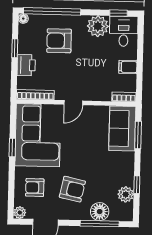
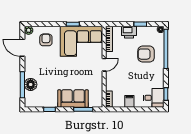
plant: (98, 26) -> (157, 80), removed
armchair: (59, 41) -> (146, 54), turned -90
door: (73, 103) -> (104, 65), swing flipped
sofa: (122, 128) -> (73, 99), moved
armchair: (72, 189) -> (45, 66), removed
plant: (126, 194) -> (43, 102), removed

